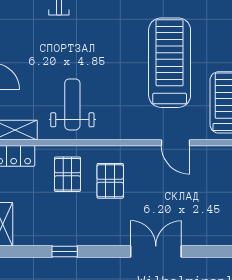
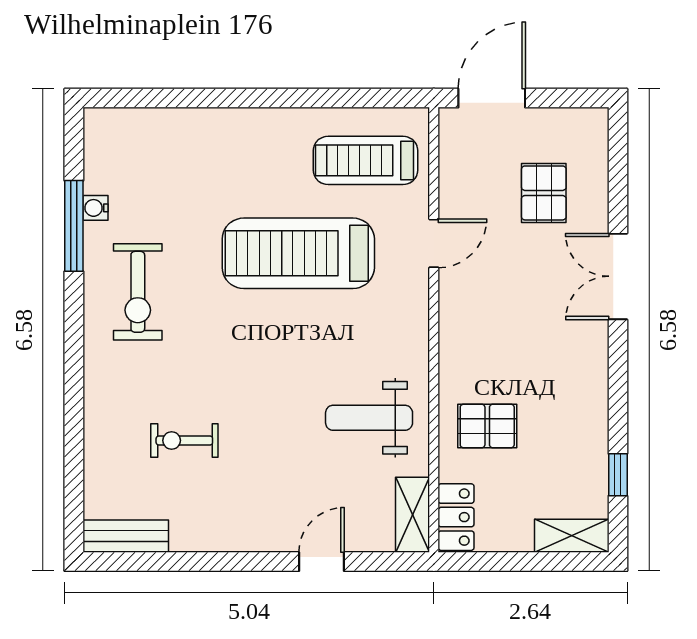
pallet: (110, 181) -> (544, 193), moved, turned 90
window: (65, 252) -> (618, 475), moved

